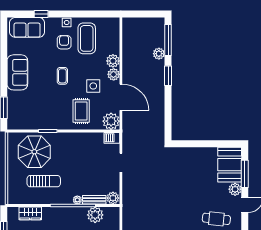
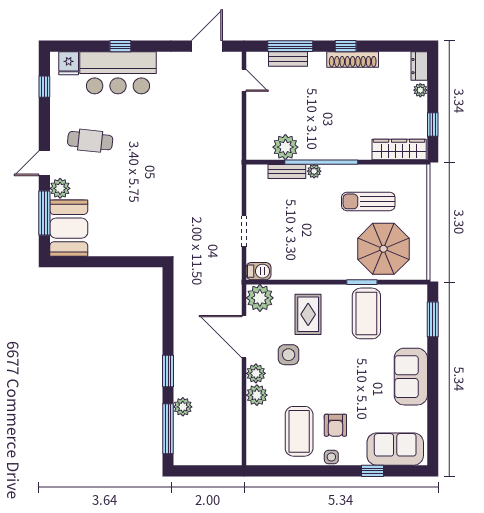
coffee table: (62, 76) -> (366, 313), moved, width x1.86, depth x1.72
plant: (113, 198) -> (257, 174), removed
wardrobe: (30, 213) -> (399, 149), width x1.50

